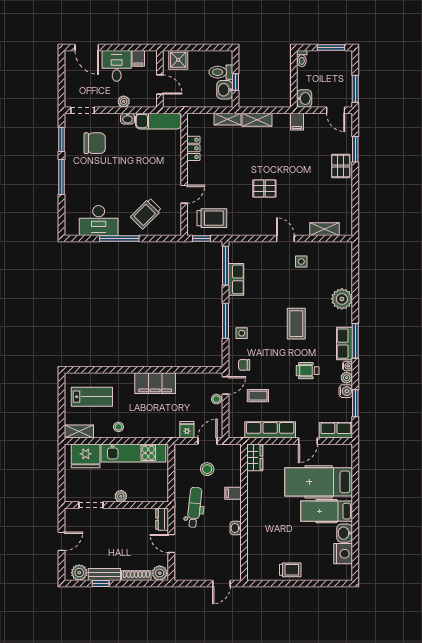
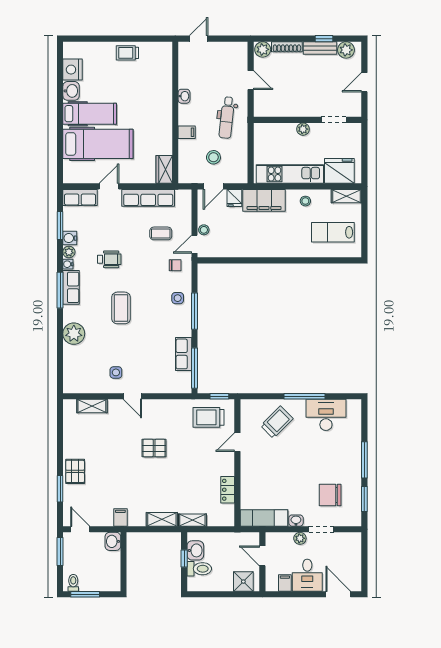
toilet: (302, 59) -> (73, 583), moved
doorway: (83, 110) -> (321, 529), moved
filing cabinet: (155, 383) -> (264, 200), moved, turned 180
dresser: (162, 519) -> (260, 105), removed

